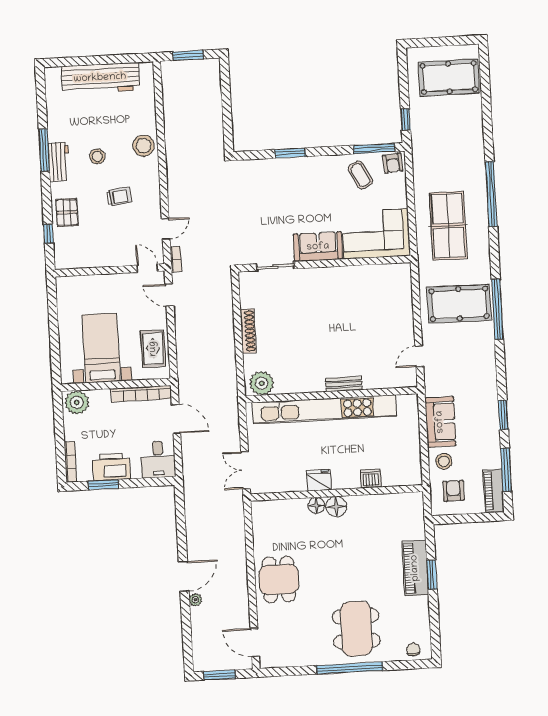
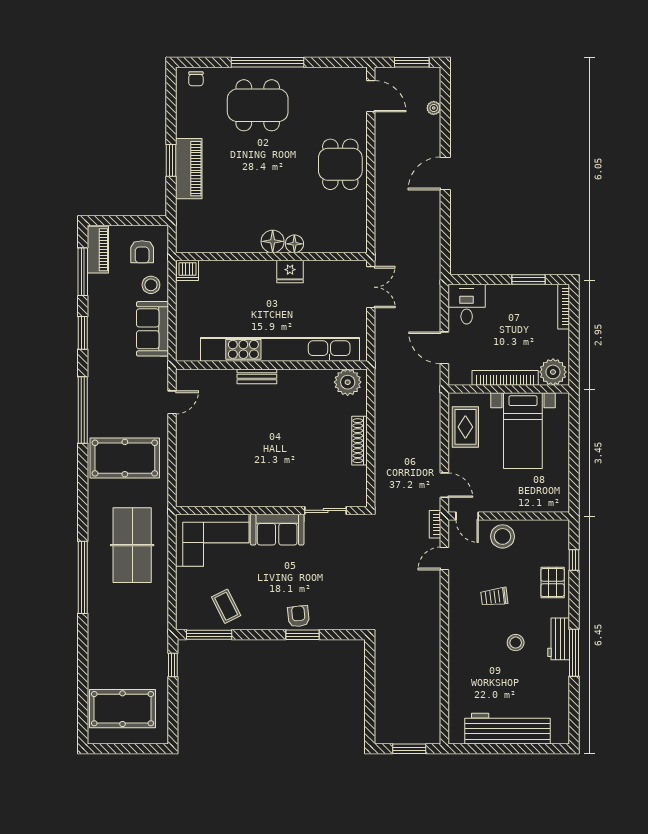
stool: (144, 146) -> (503, 536), moved
armchair: (393, 163) -> (298, 616), moved
window: (497, 309) -> (83, 410), moved
bookcase: (141, 394) -> (505, 378), moved
printer: (111, 467) -> (519, 299), removed
dishwasher: (371, 478) -> (188, 270), moved
plant: (195, 600) -> (434, 108), moved
dining table: (356, 629) -> (258, 105), turned 90

